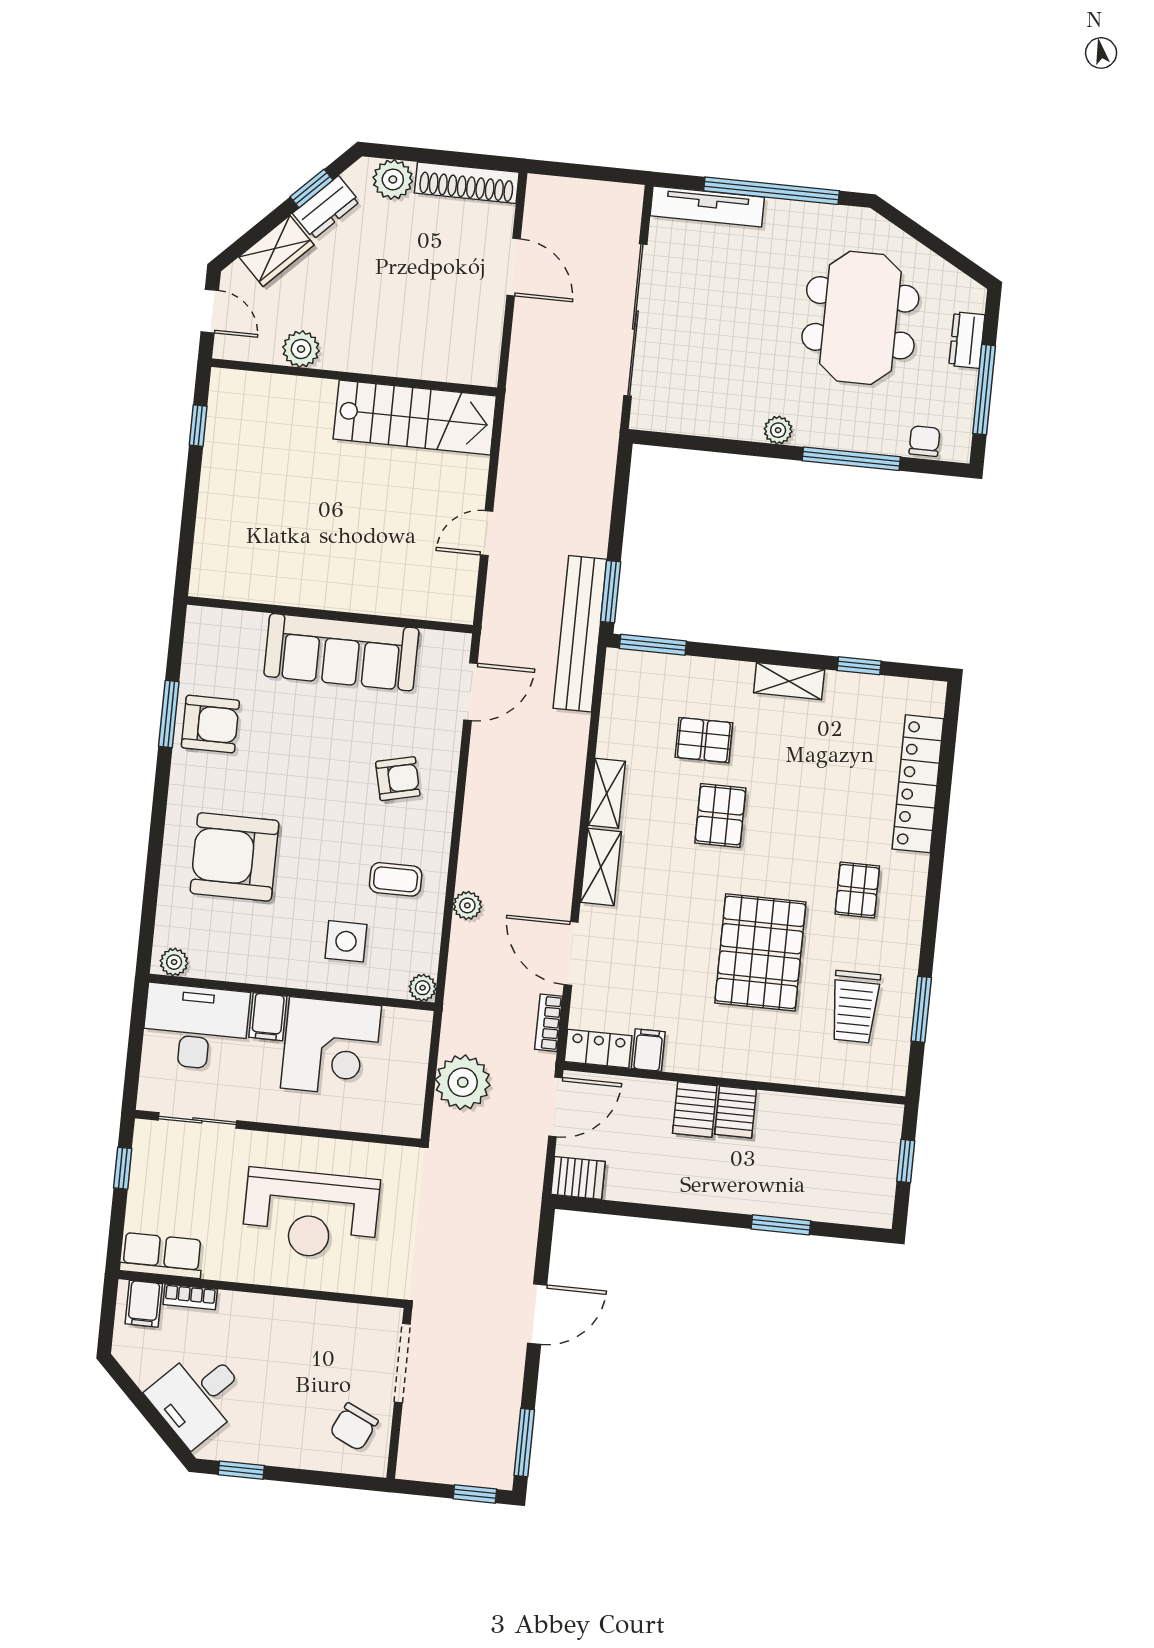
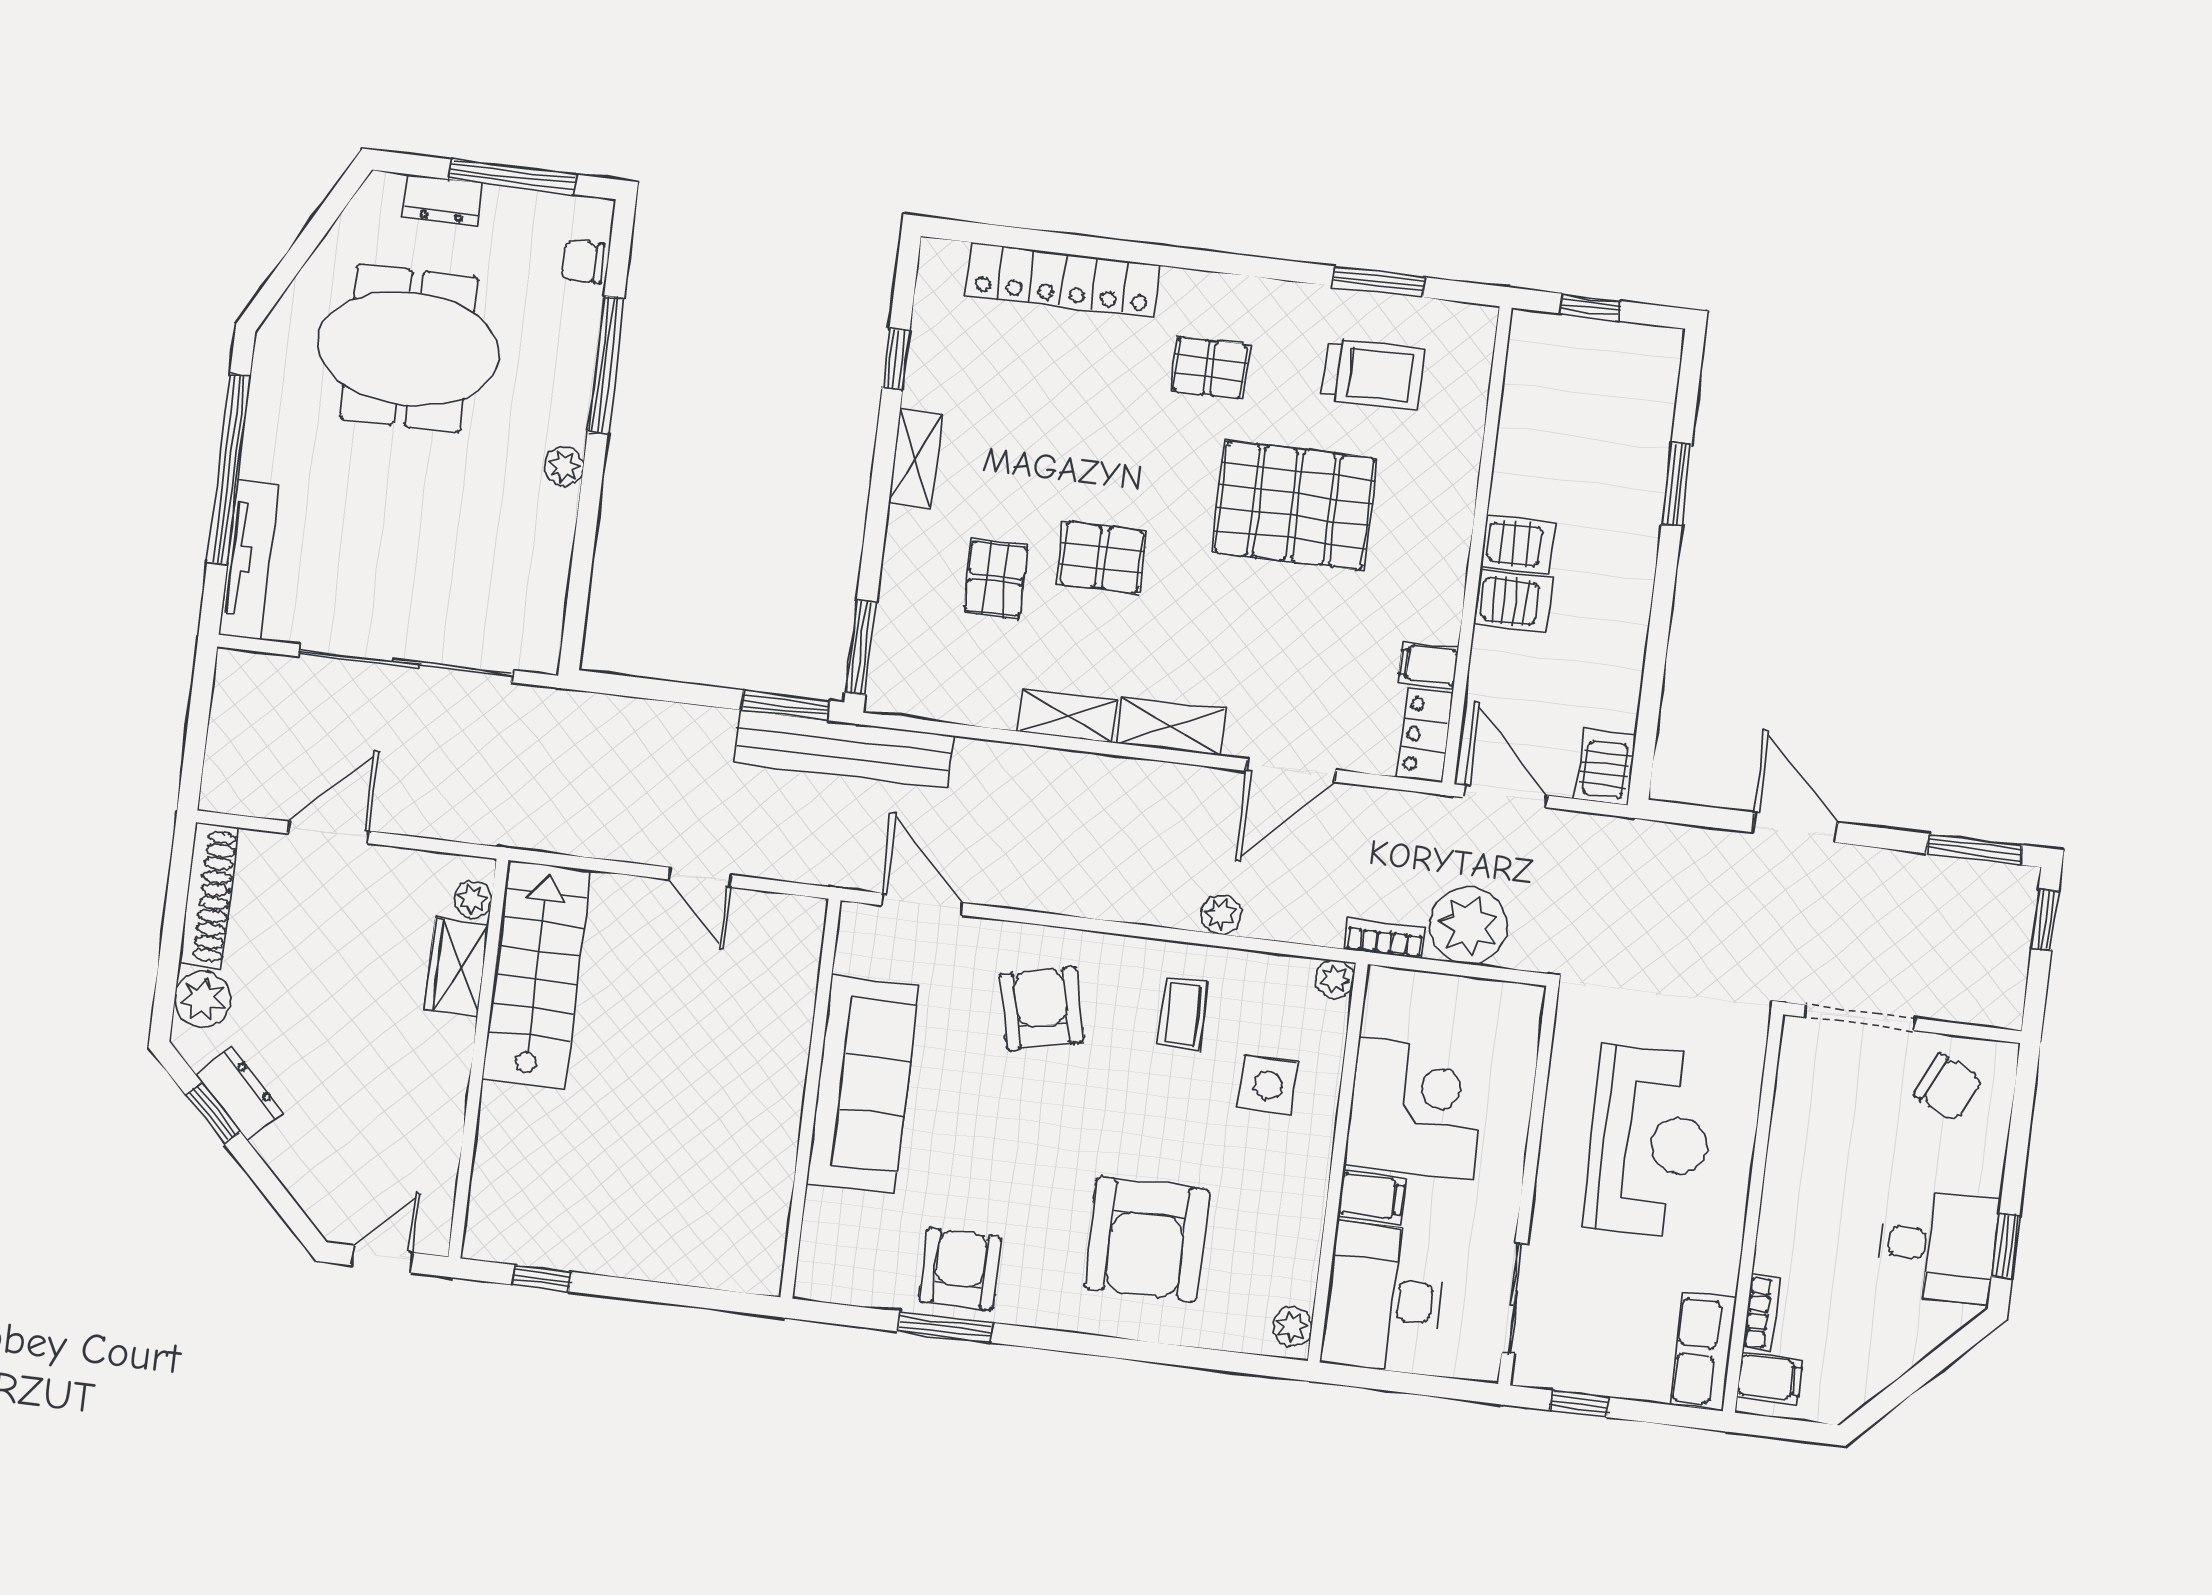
wardrobe: (276, 251) -> (456, 967), moved, turned -135
plant: (301, 349) -> (473, 900), moved, width x0.73, depth x0.73
armchair: (398, 779) -> (1042, 1008), width x1.38, depth x1.38
bookcase: (549, 1023) -> (1385, 938), moved, turned 180
desk: (198, 1396) -> (1938, 1246), moved, turned -45

